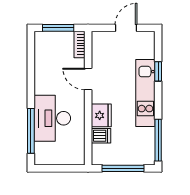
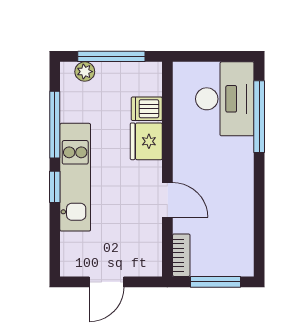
window: (158, 71) -> (55, 187), moved
desk: (52, 118) -> (225, 99), moved
window: (158, 140) -> (55, 125), moved
plant: (140, 159) -> (85, 72), added

